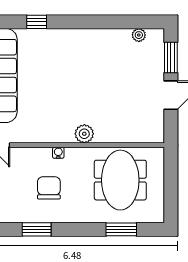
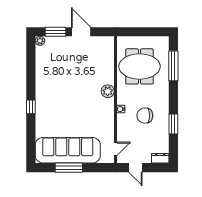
window: (37, 22) -> (31, 107), moved
plant: (139, 35) -> (40, 41), moved
window: (121, 229) -> (173, 66), width x1.44

